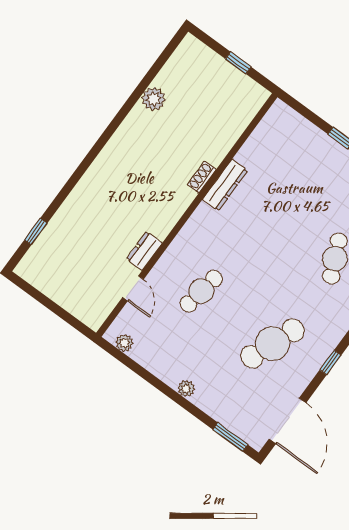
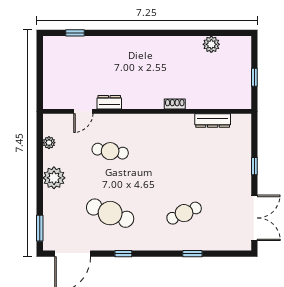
plant: (154, 99) -> (211, 44), moved
dresser: (225, 185) -> (213, 121), moved
plant: (124, 343) -> (49, 143), moved
plant: (186, 389) -> (54, 178), width x1.87, depth x1.87

